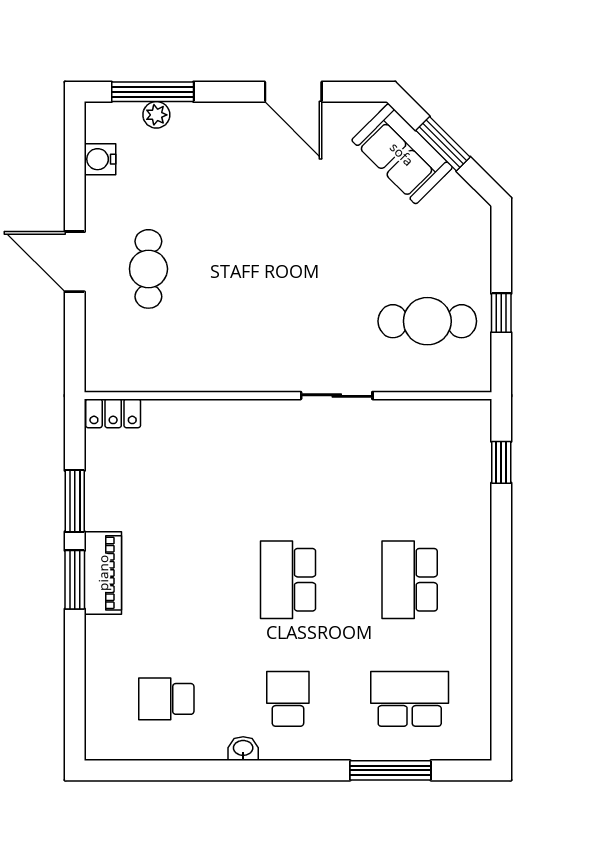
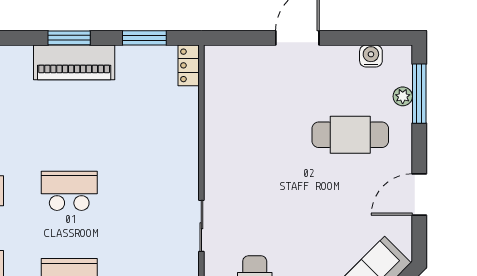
cafe table: (148, 269) -> (350, 135), moved, width x1.37, depth x1.35
window: (75, 501) -> (144, 38), moved
piano: (103, 573) -> (74, 62), width x1.37, depth x1.33

